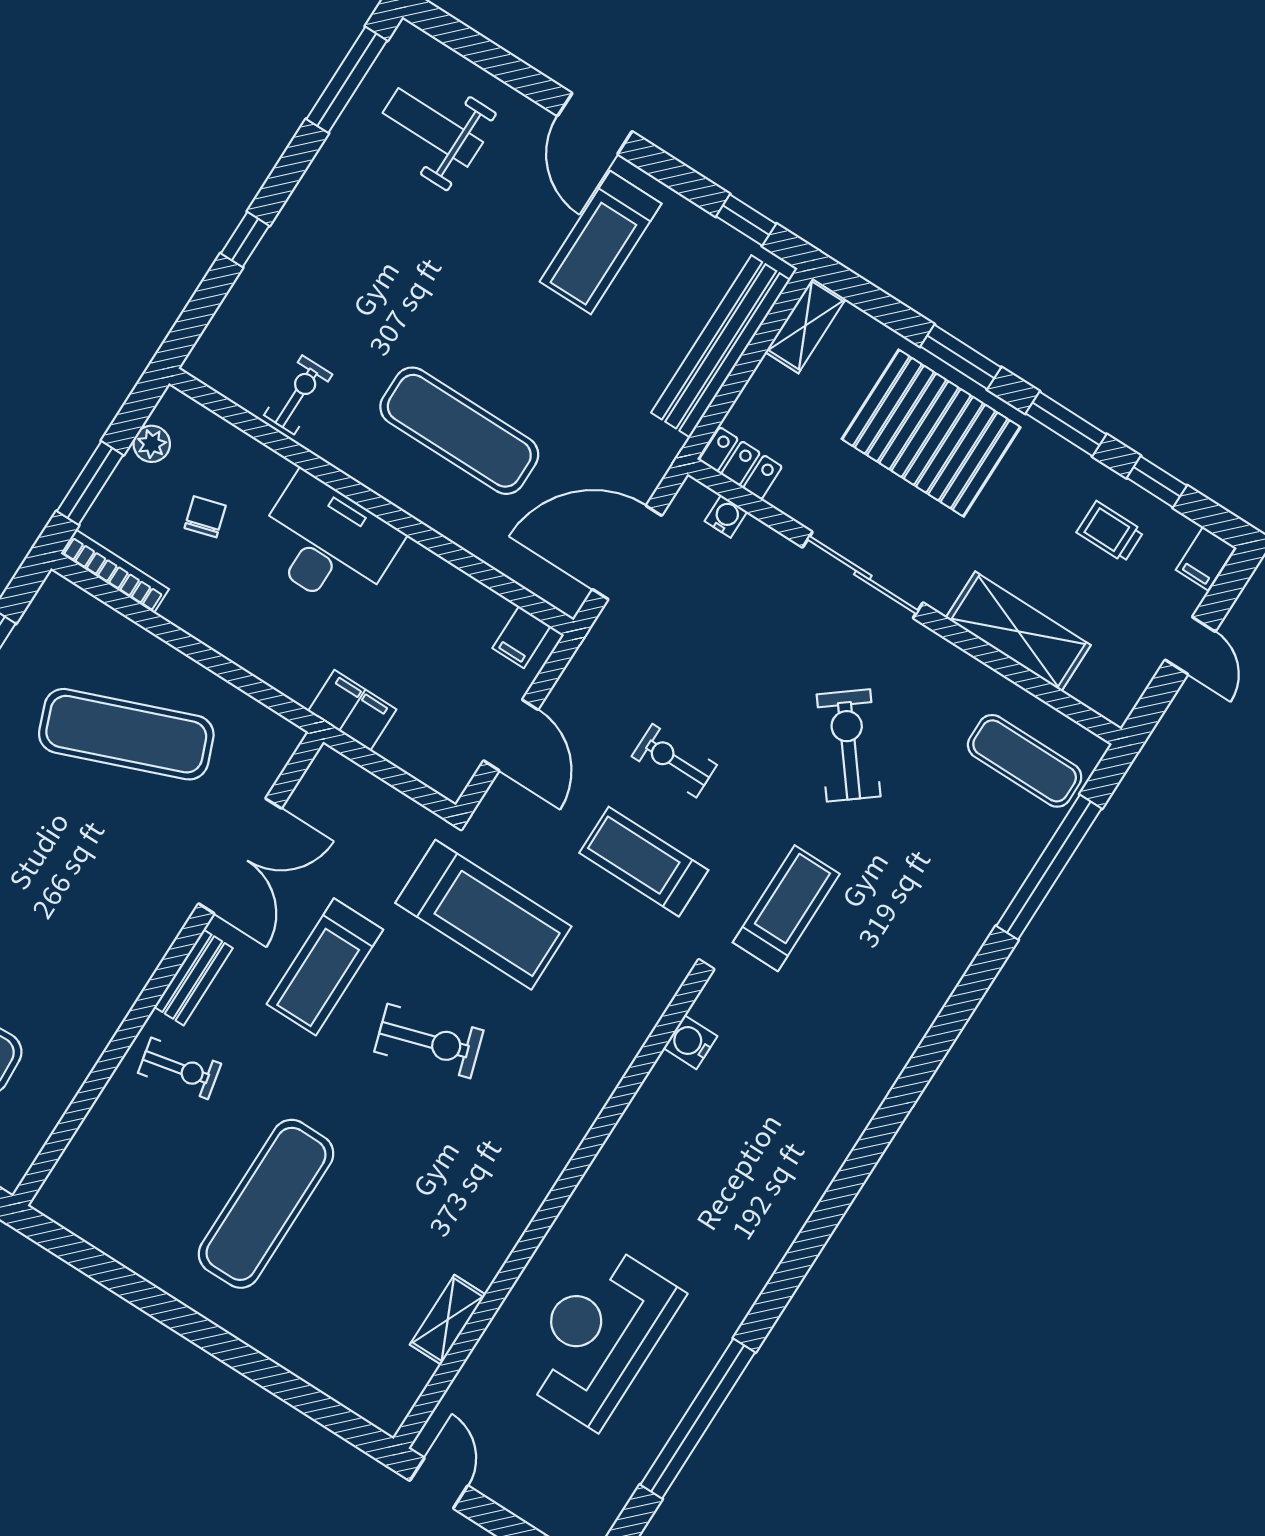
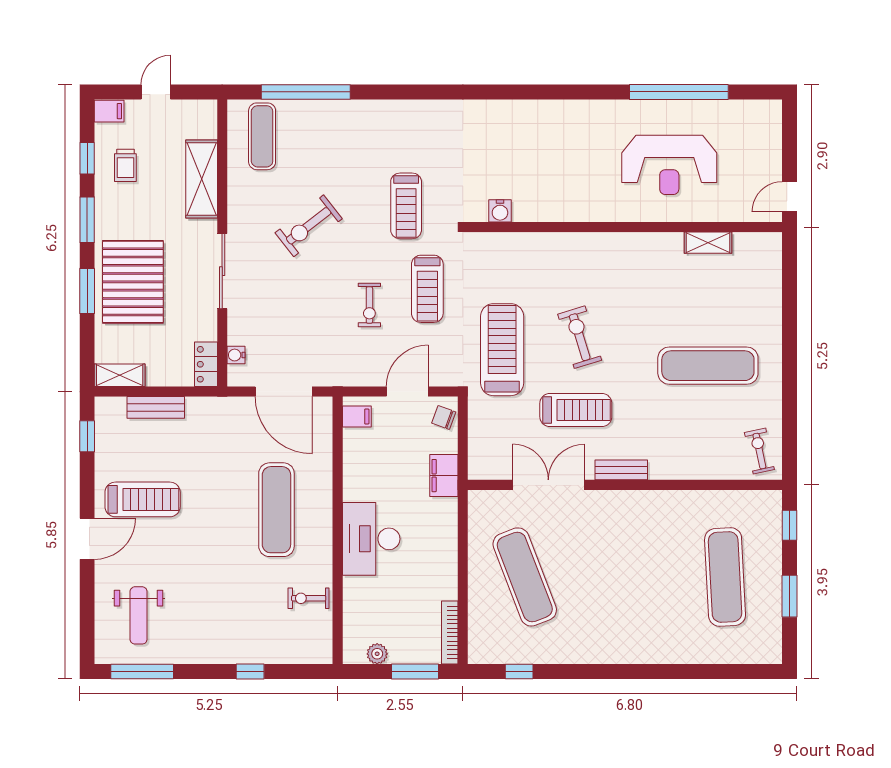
bench: (721, 346) -> (156, 407), width x0.54, depth x0.82
chair: (205, 517) -> (444, 417), moved, turned 36
treadmill: (786, 908) -> (406, 206), turned -90
exercise bike: (180, 1068) -> (759, 451), moved

